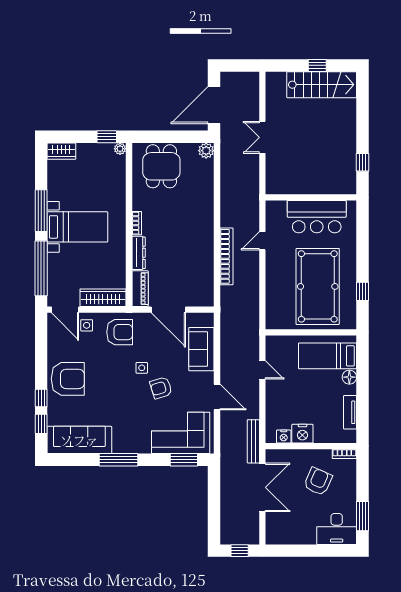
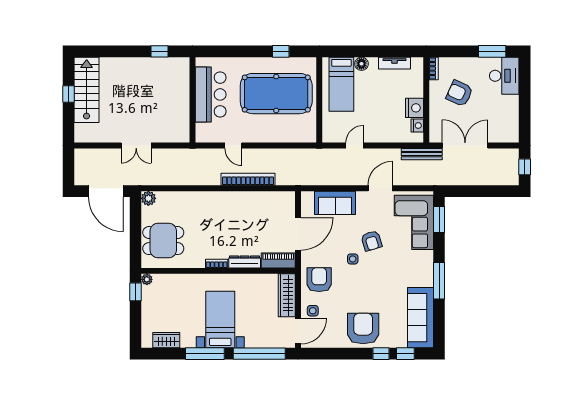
wardrobe: (61, 151) -> (166, 340), moved, turned -90

